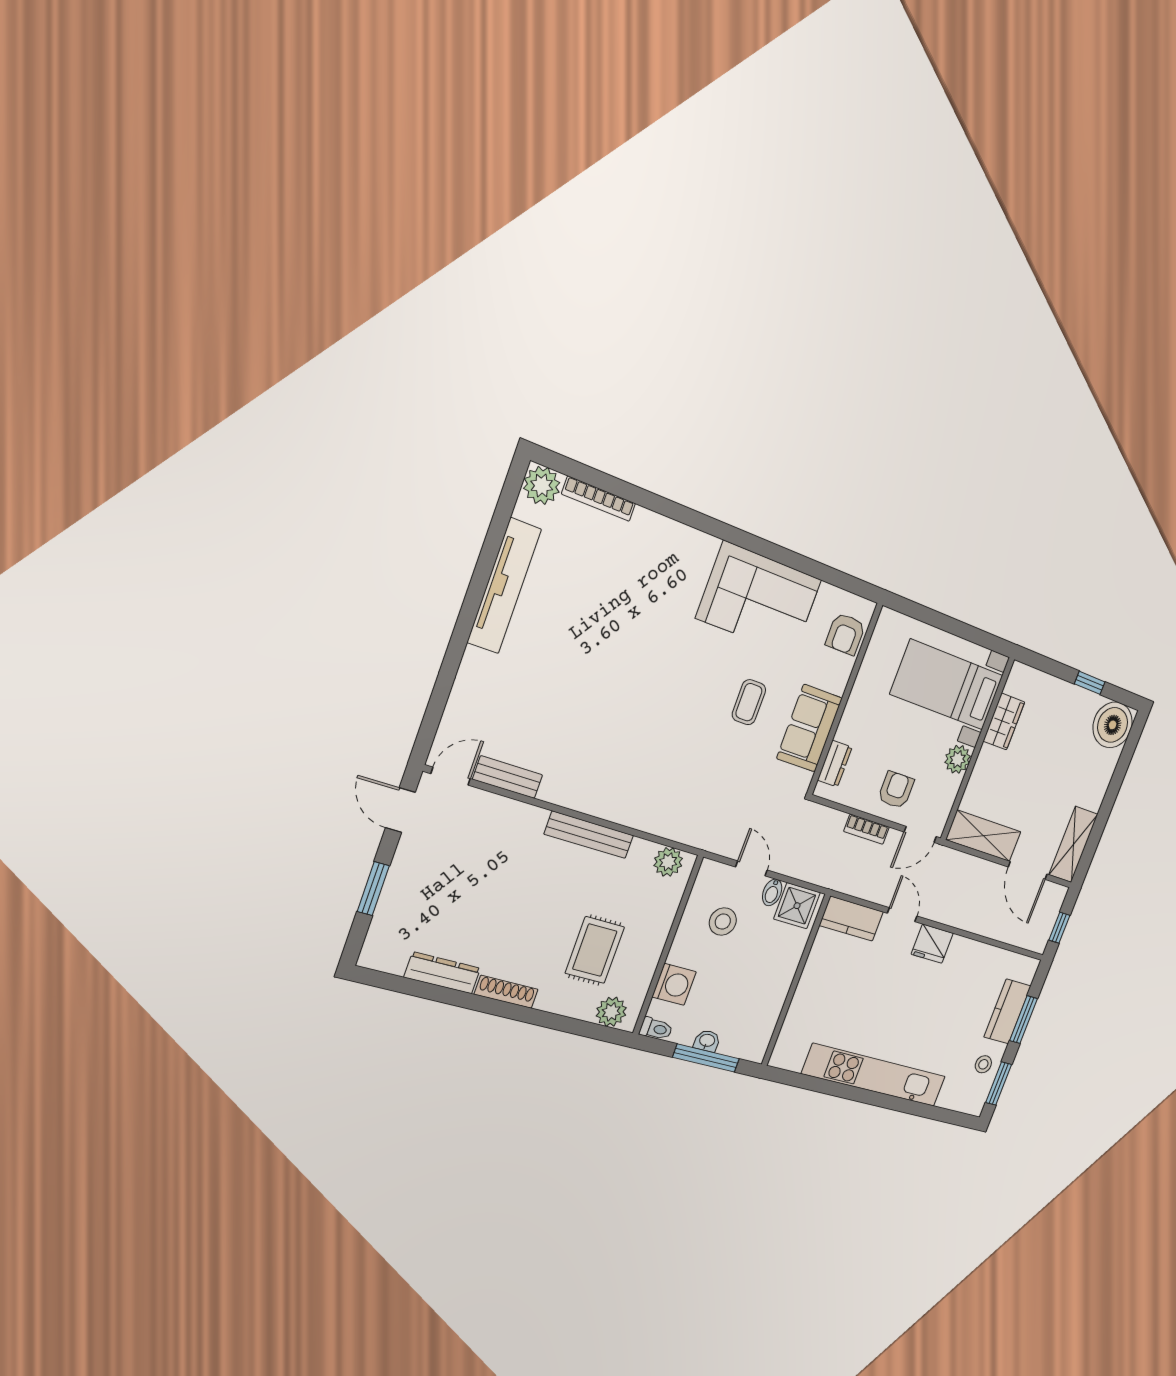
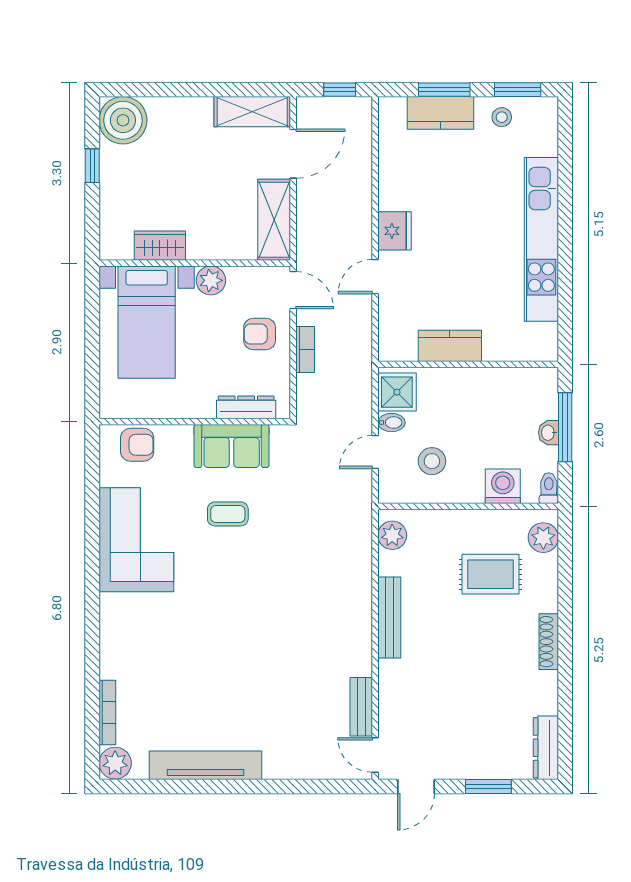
dresser: (835, 764) -> (246, 407), width x1.44
kitchen counter: (851, 919) -> (450, 346), moved, turned -90
dresser: (442, 973) -> (546, 748), moved

